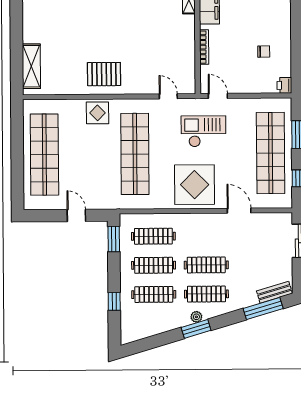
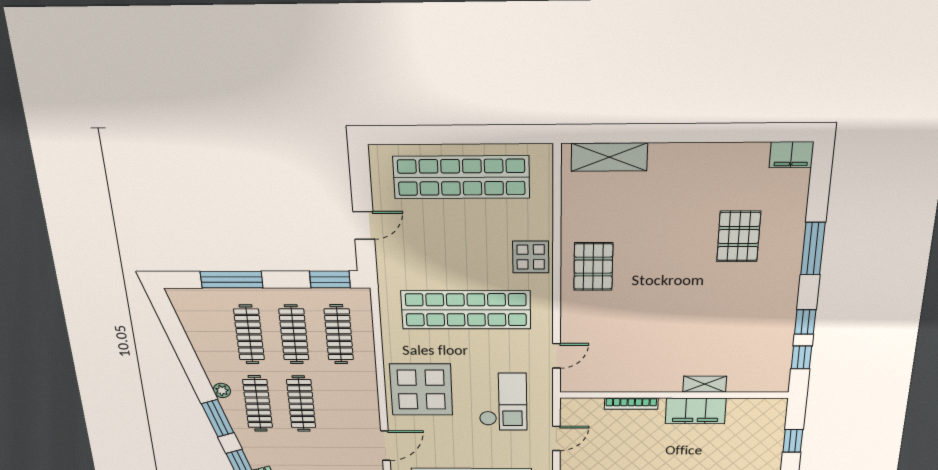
door: (218, 96) -> (556, 438), moved
window: (114, 301) -> (232, 280), width x2.17
window: (196, 329) -> (218, 418), moved

